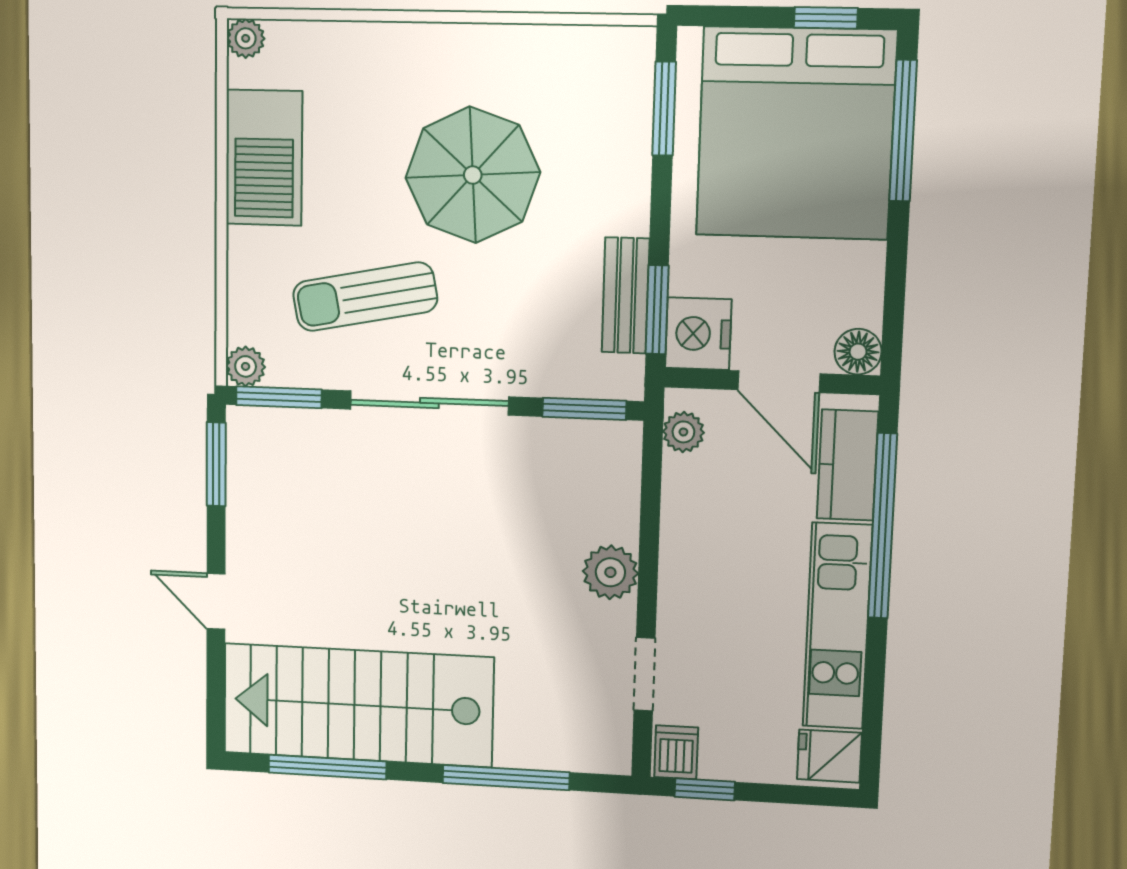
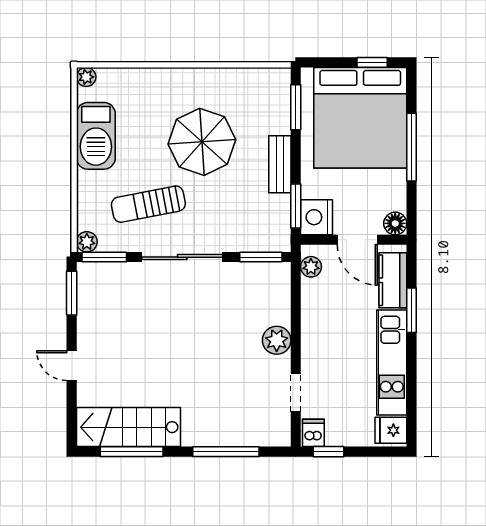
window: (903, 131) -> (412, 147), moved
bench: (626, 295) -> (280, 164), moved
window: (883, 526) -> (412, 310), width x0.47
stairs: (358, 705) -> (128, 427), width x0.73, depth x0.66

